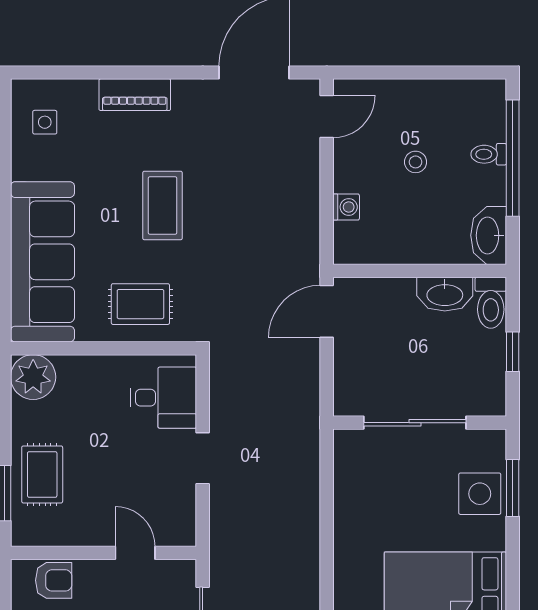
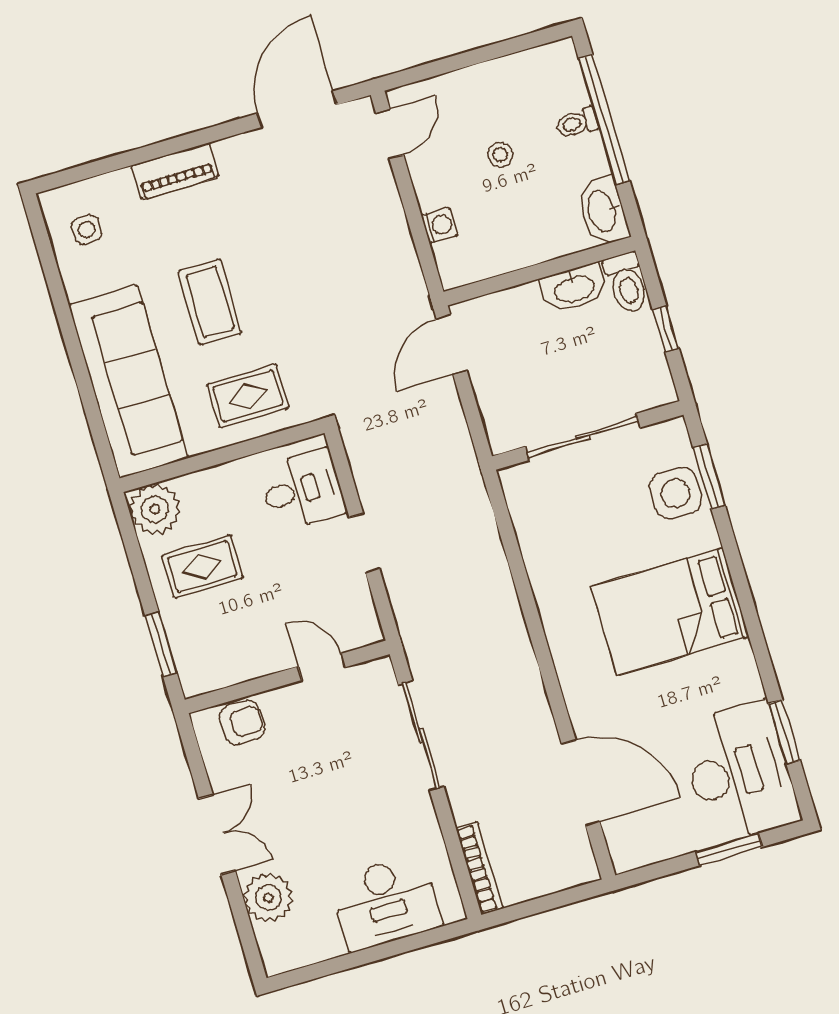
coffee table: (162, 205) -> (210, 302), moved
rug: (42, 474) -> (202, 567), moved, turned 90

